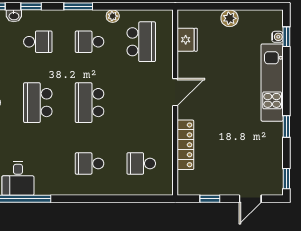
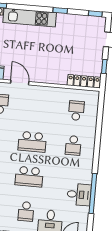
door: (175, 92) -> (20, 82), moved
locker: (185, 145) -> (84, 81), moved
school desk: (141, 163) -> (76, 111), turned 180

